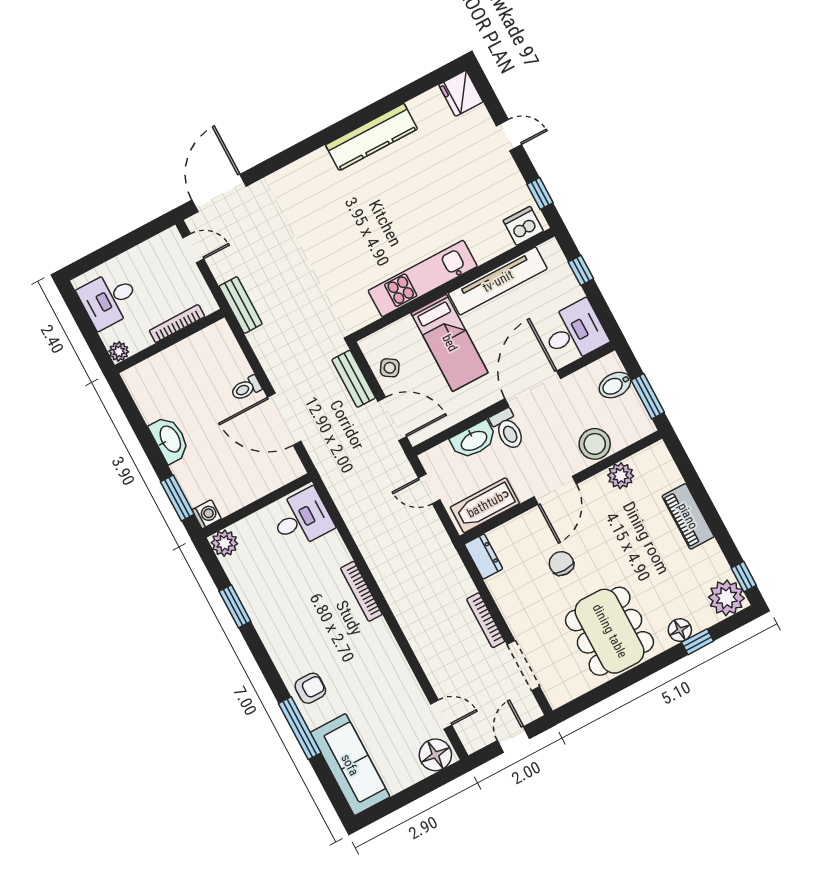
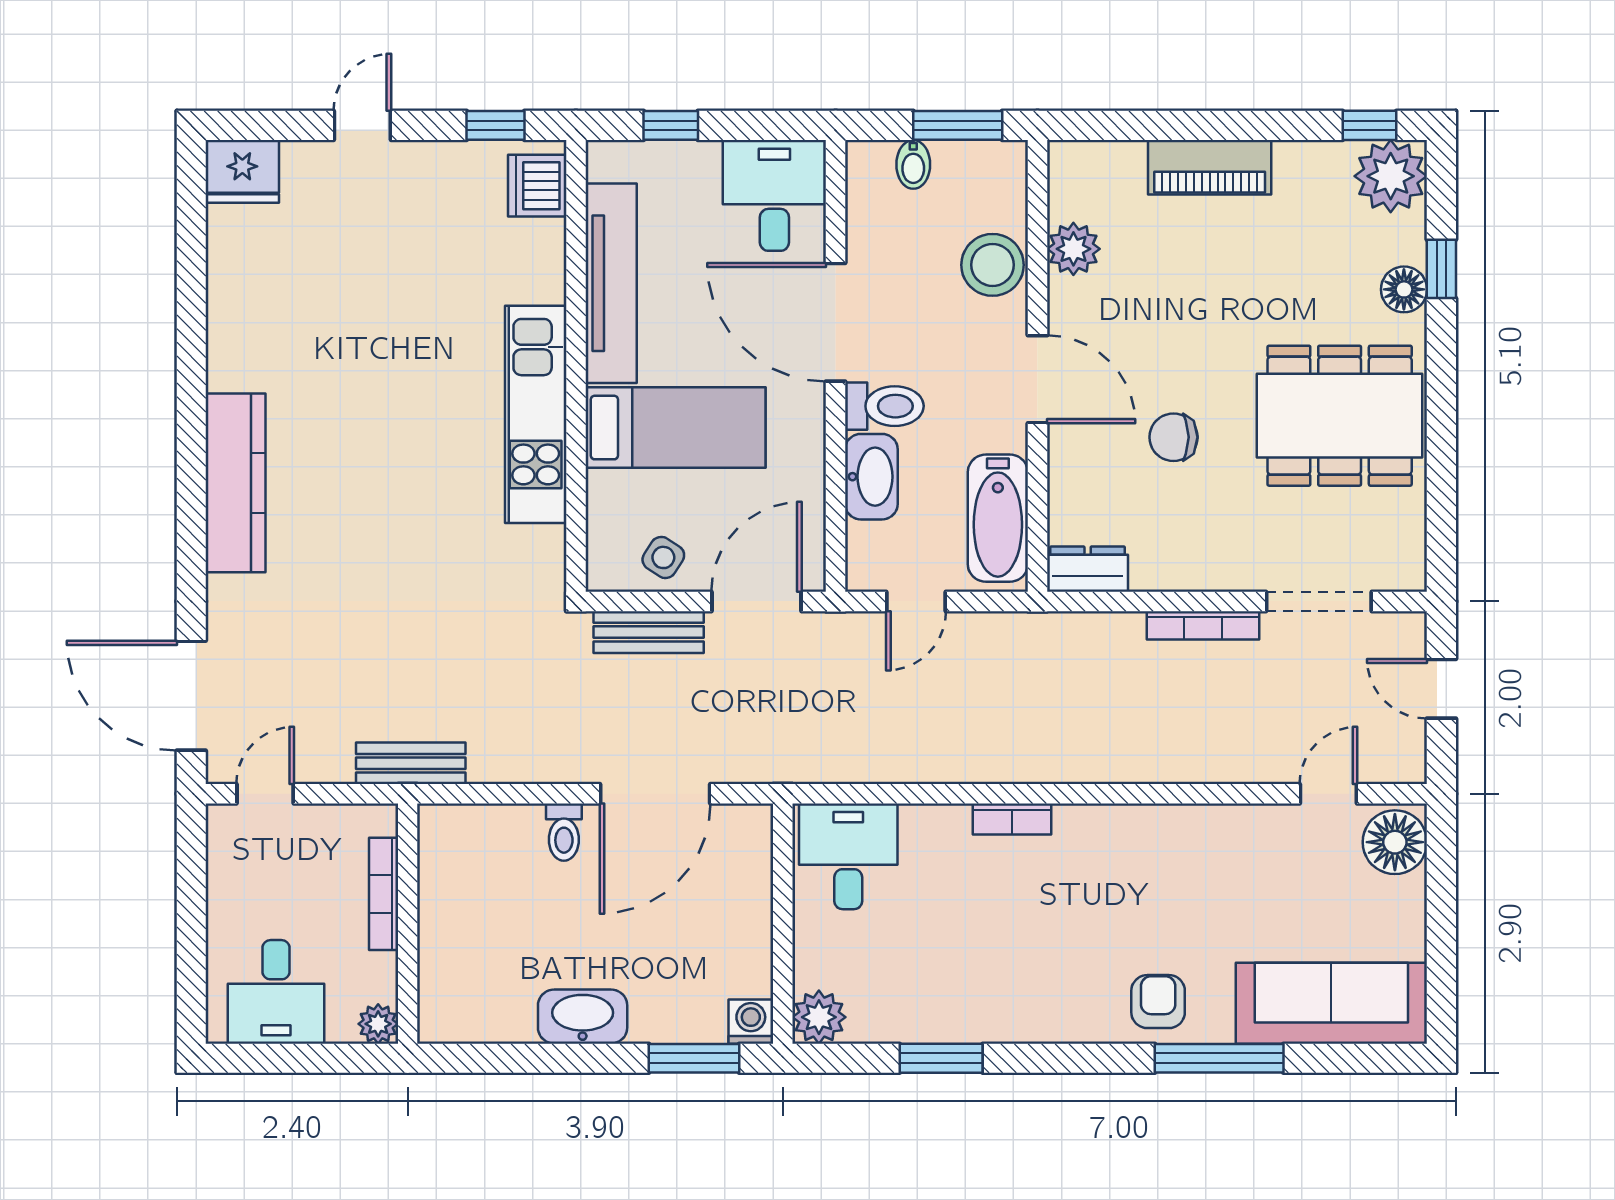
kitchen counter: (371, 137) -> (236, 483), moved
bidet: (615, 385) -> (913, 164), width x0.72, depth x0.74
bookcase: (361, 591) -> (1012, 819), width x0.64

